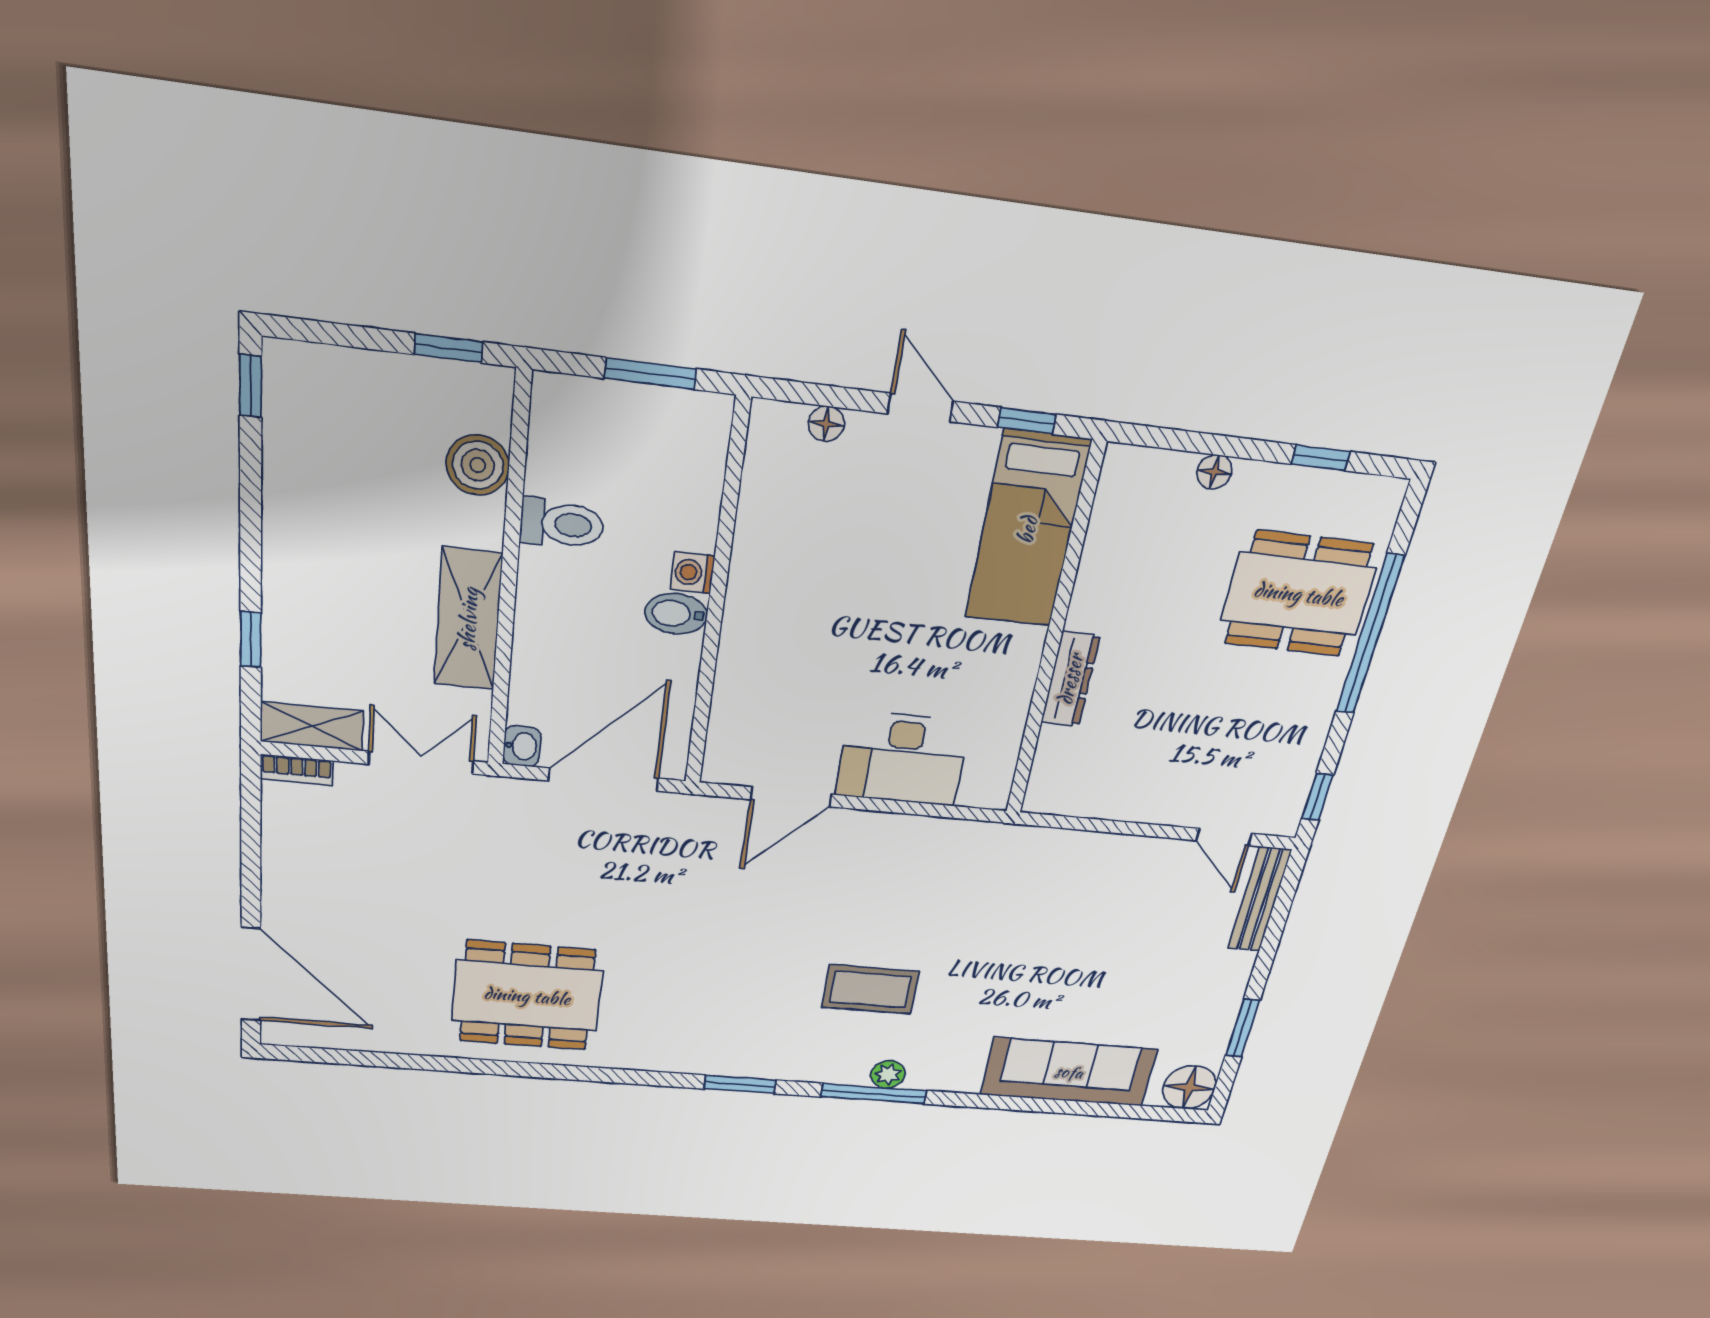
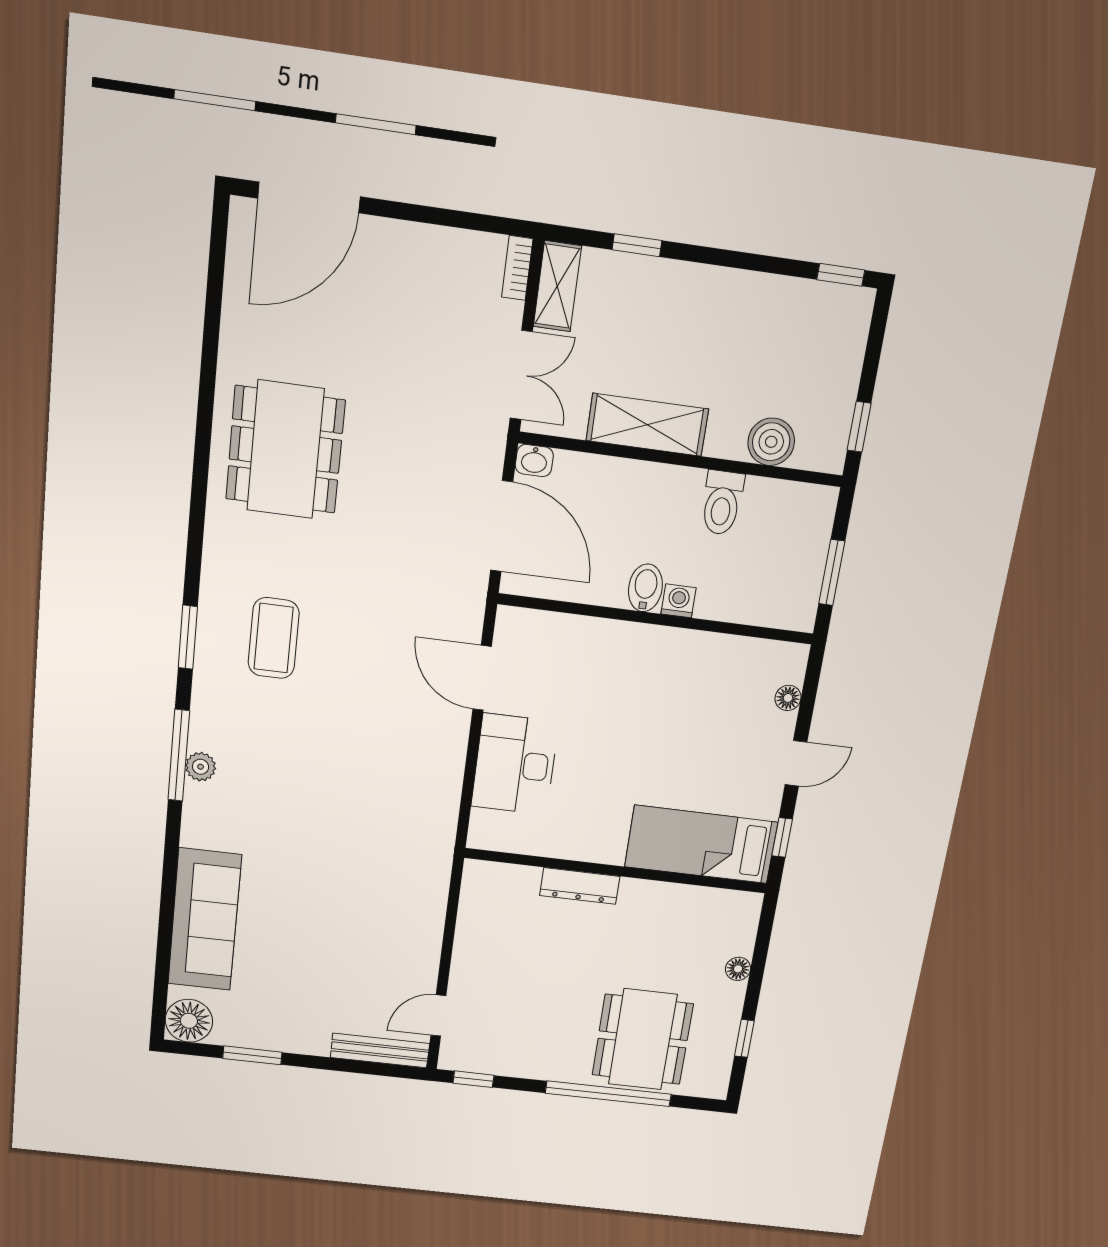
coffee table: (870, 989) -> (274, 638), moved

